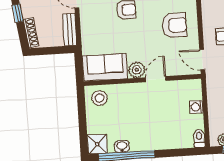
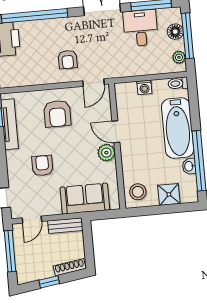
armchair: (174, 25) -> (57, 114), turned 180
sofa: (105, 67) -> (85, 199), moved, turned 90
bathtub: (158, 137) -> (178, 128), added
shower: (97, 144) -> (169, 194), moved

